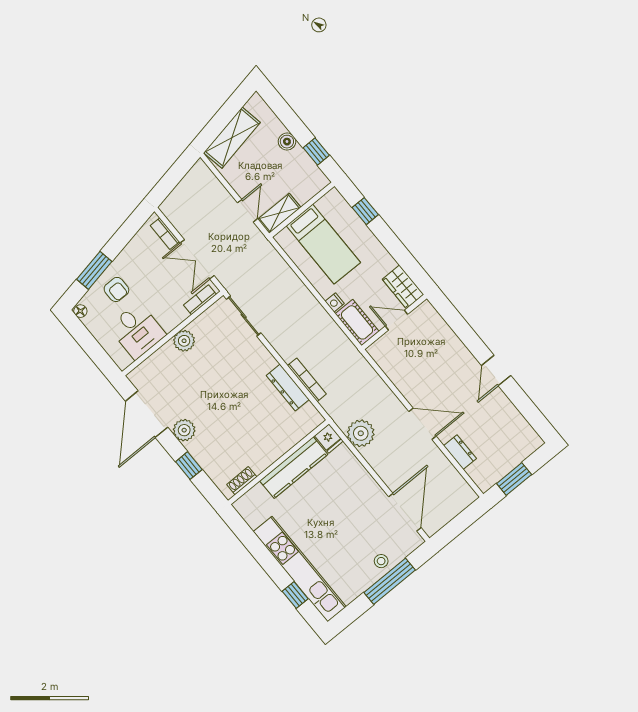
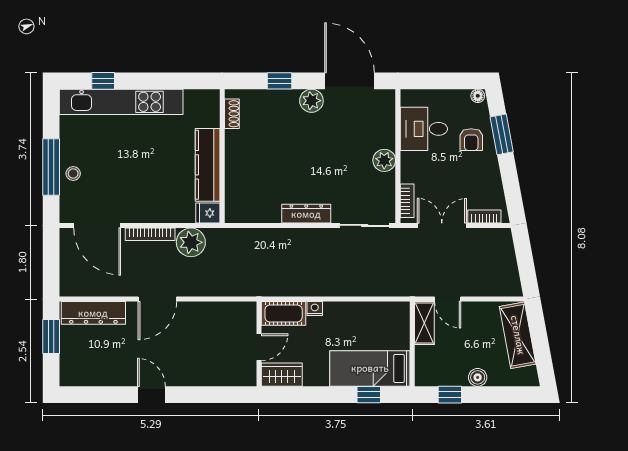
bed: (323, 244) -> (370, 368), moved
armchair: (116, 289) -> (471, 140), turned -90
bookcase: (307, 380) -> (150, 234), moved
dresser: (288, 387) -> (306, 214), moved
dresser: (460, 452) -> (93, 313), width x1.96, depth x1.24

